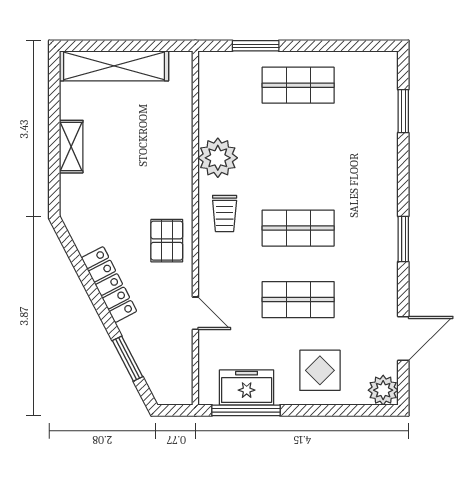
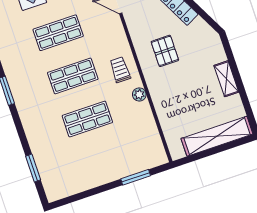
shop shelf: (298, 85) -> (87, 119), moved
plant: (218, 158) -> (139, 94), width x0.53, depth x0.53
pallet: (167, 241) -> (165, 51), moved

